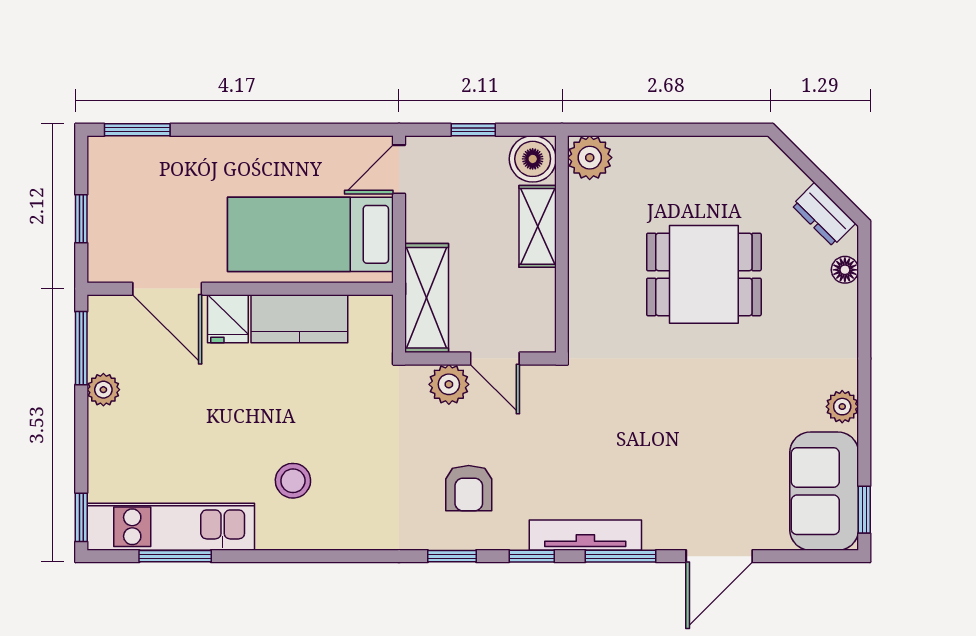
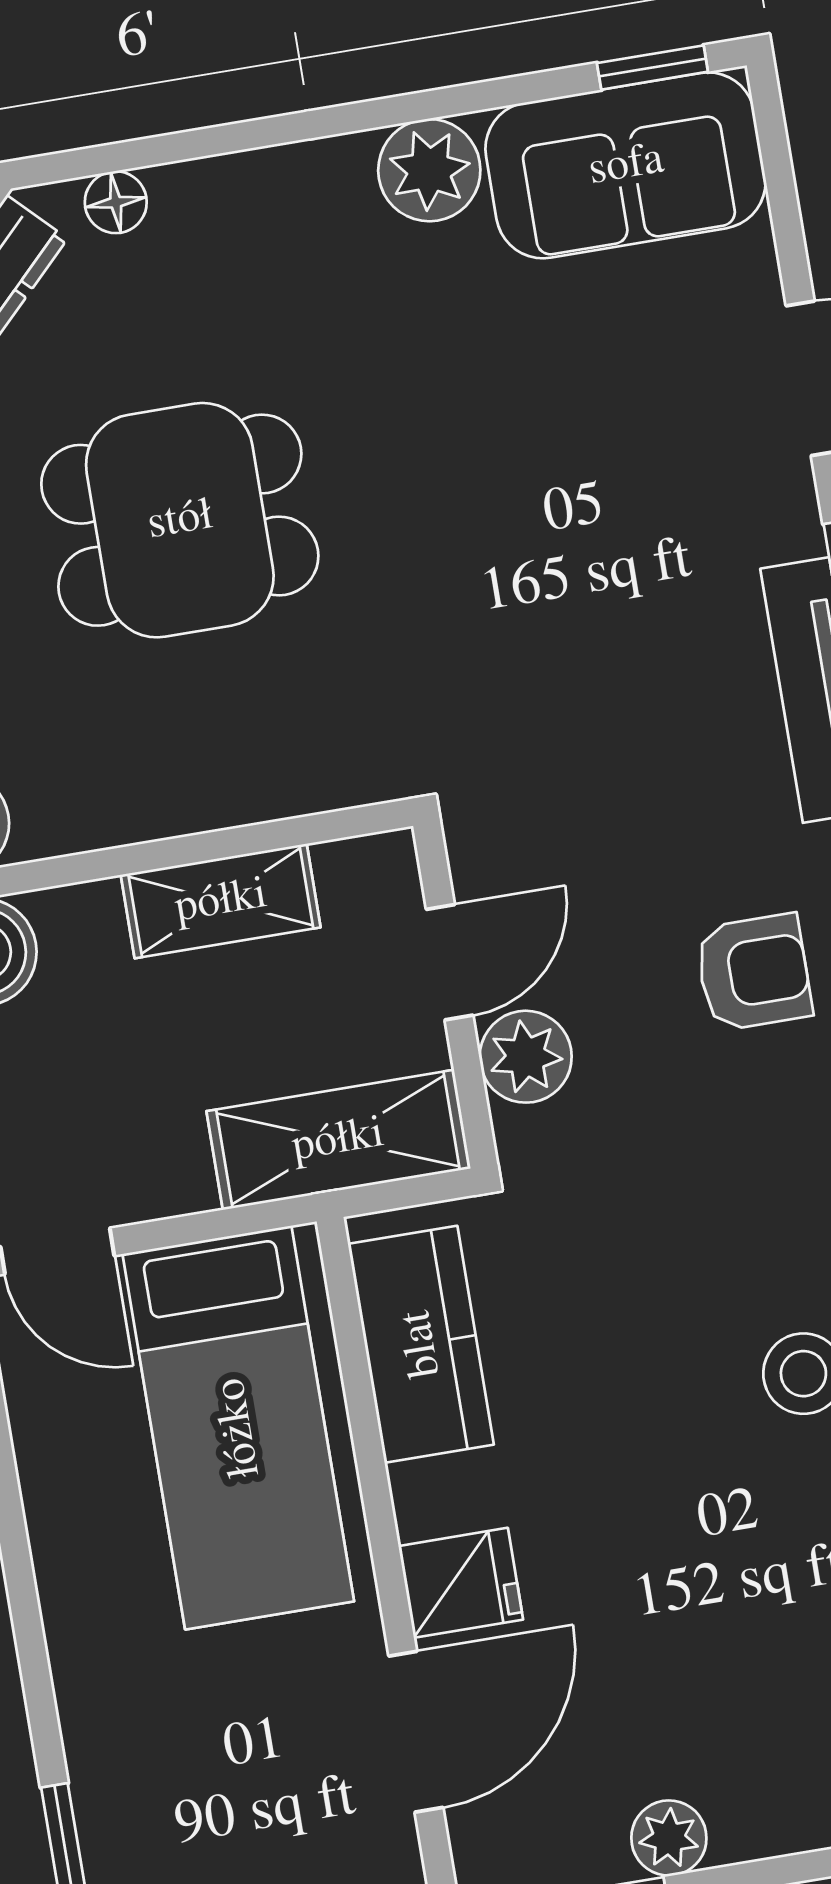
shelving: (538, 226) -> (221, 901), moved
dining table: (704, 274) -> (180, 520), turned 90
kitchen counter: (299, 319) -> (421, 1344), moved
plant: (842, 407) -> (429, 170), width x1.38, depth x1.38

